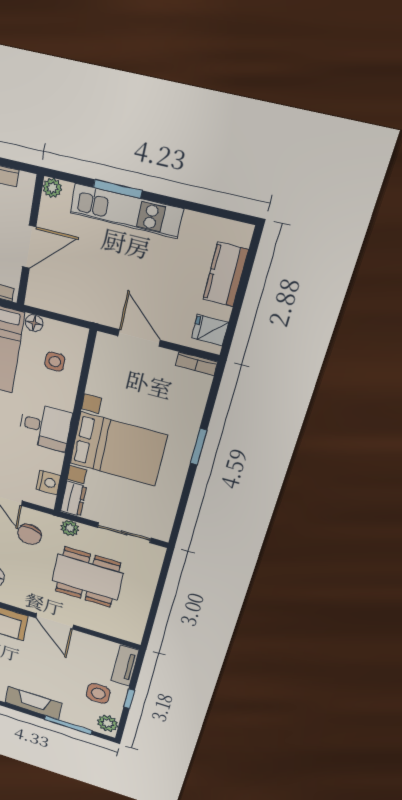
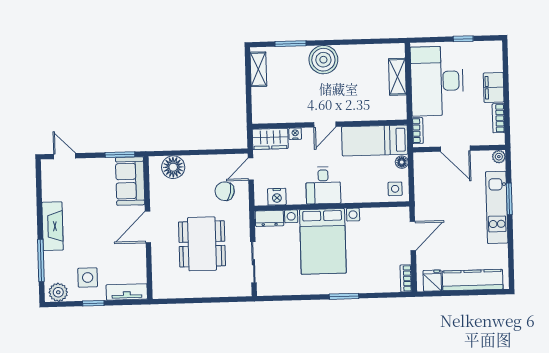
kitchen counter: (225, 275) -> (473, 280), width x1.50
side table: (55, 362) -> (395, 189), moved
plant: (70, 528) -> (242, 221), removed

